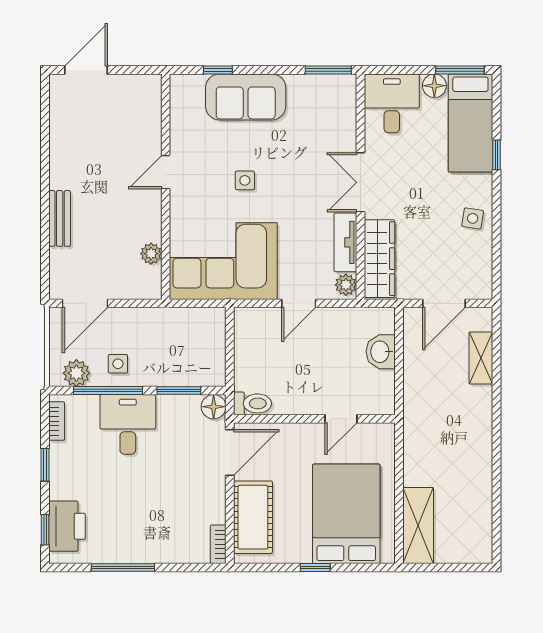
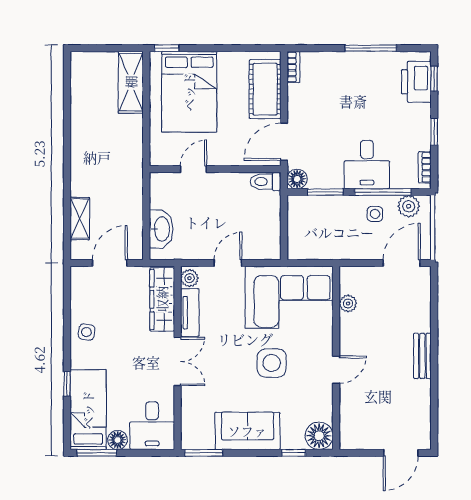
floor lamp: (187, 91) -> (319, 436), added
sofa: (246, 97) -> (247, 431), moved
side table: (245, 180) -> (272, 363), width x1.87, depth x1.87
bench: (60, 218) -> (422, 356), moved
washbasin: (381, 352) -> (161, 229), width x1.38
window: (315, 568) -> (167, 48), moved

